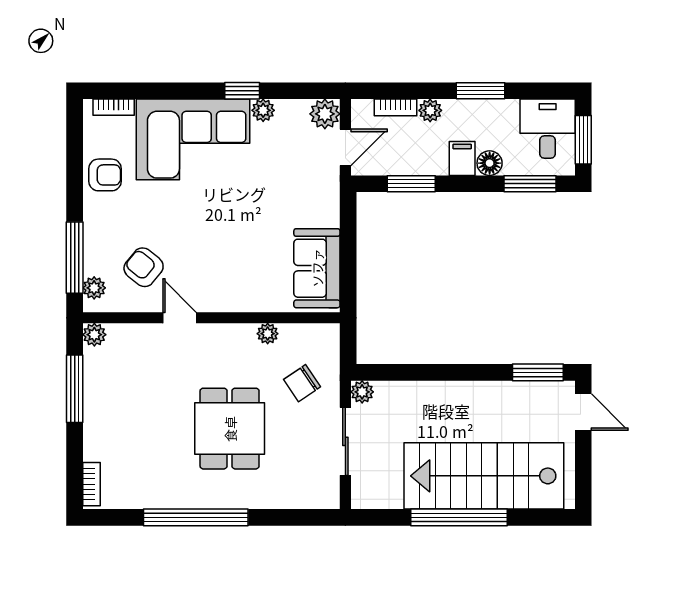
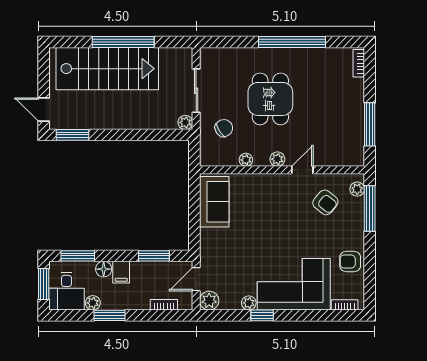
plant: (430, 110) -> (93, 303), moved
door: (179, 318) -> (302, 170), swing flipped
plant: (94, 335) -> (277, 159), moved

